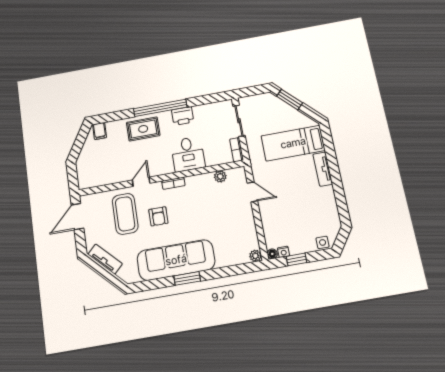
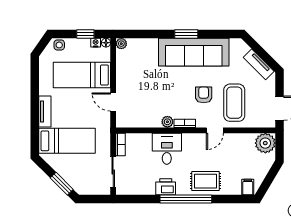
plant: (220, 176) -> (167, 122), moved
plant: (88, 178) -> (265, 143), added
bed: (291, 214) -> (82, 75), added

